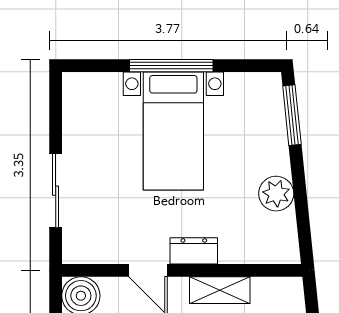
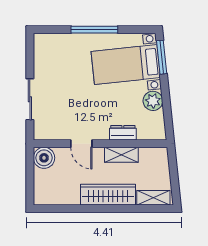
bed with nightstands: (173, 131) -> (126, 65), moved, turned 84
dresser: (194, 251) -> (123, 133), moved

